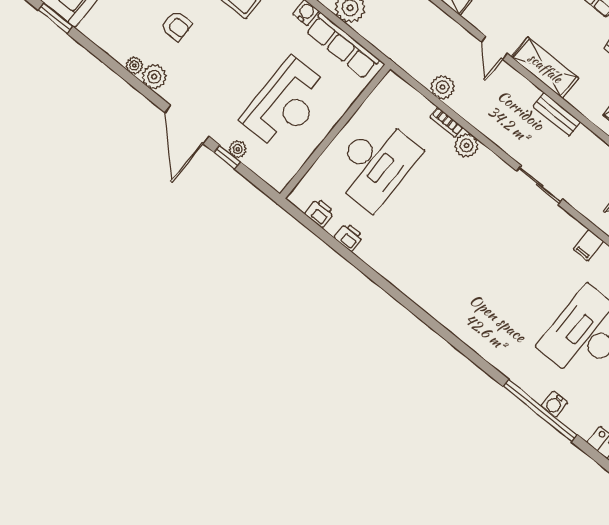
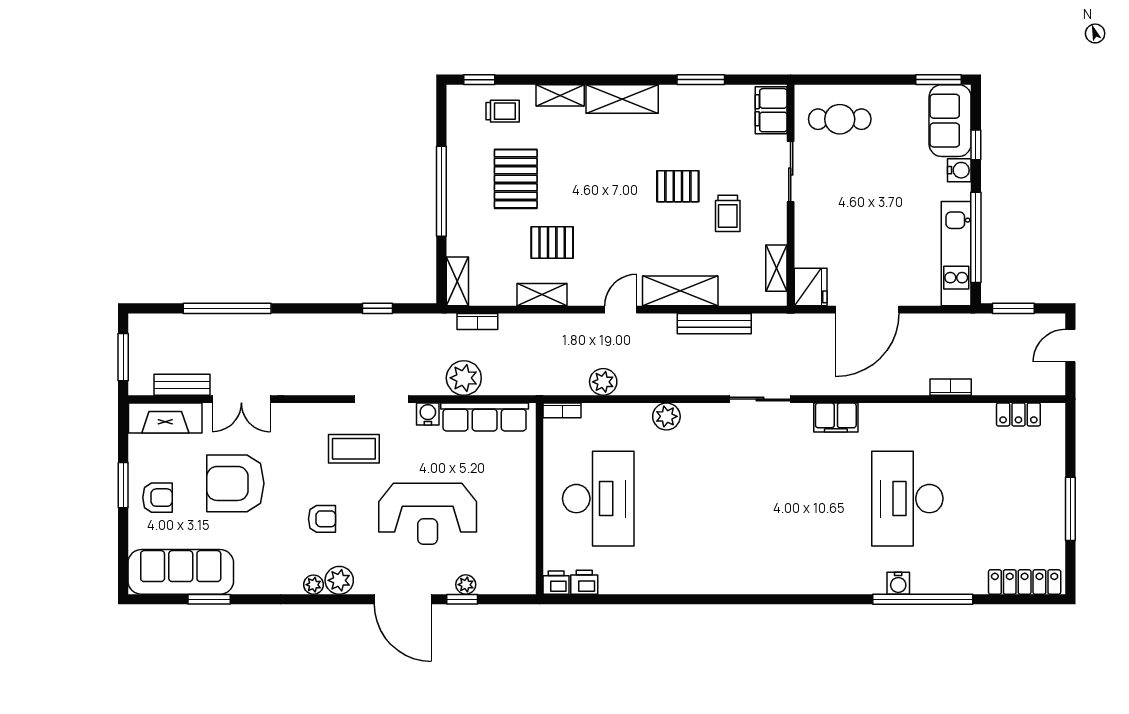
door: (494, 48) -> (621, 310), swing flipped
reception desk: (285, 104) -> (428, 514), moved, turned 90
bench: (557, 114) -> (714, 324), width x1.36
bookcase: (446, 122) -> (562, 410), moved
printer: (349, 237) -> (556, 583), moved
filing cabinet: (588, 245) -> (836, 417), width x2.00
water cooler: (554, 404) -> (898, 583), moved

